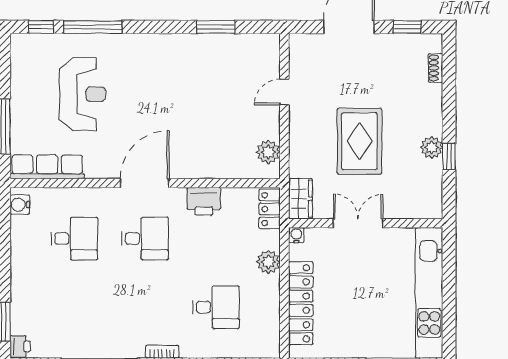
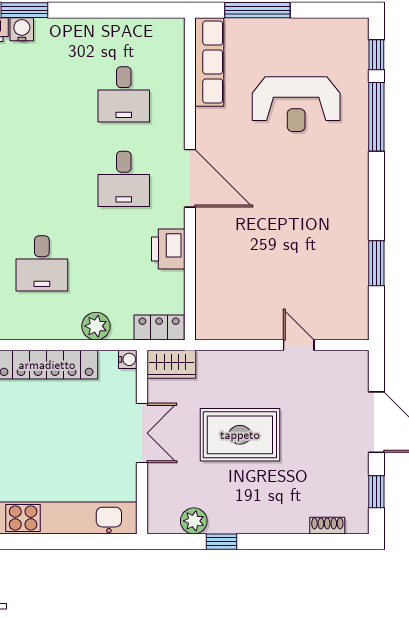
plant: (432, 147) -> (194, 521), moved
plant: (268, 152) -> (227, 326), removed
water cooler: (20, 205) -> (22, 29), moved

